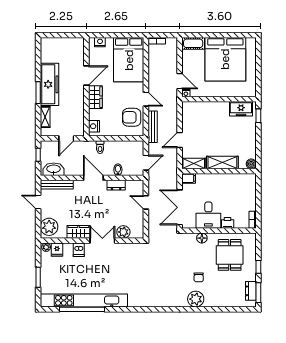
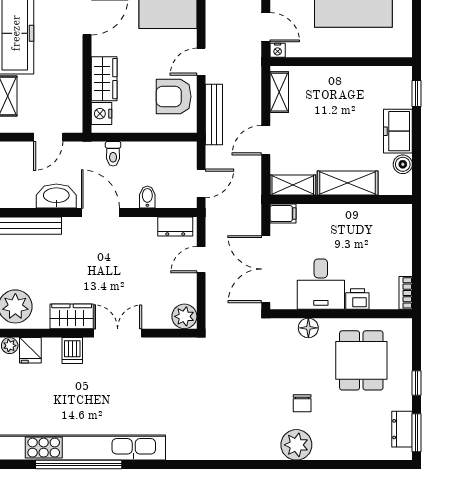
wardrobe: (95, 97) -> (104, 79), moved
door: (146, 99) -> (201, 62), swing flipped
freezer: (241, 109) -> (398, 131), moved, turned 90
shelving: (187, 115) -> (279, 92), added
boiler: (251, 164) -> (403, 164), moved
washbasin: (54, 169) -> (56, 196), moved
dresser: (116, 185) -> (175, 227), moved
door: (146, 202) -> (201, 260), hinge flipped
plant: (123, 232) -> (184, 316), moved

